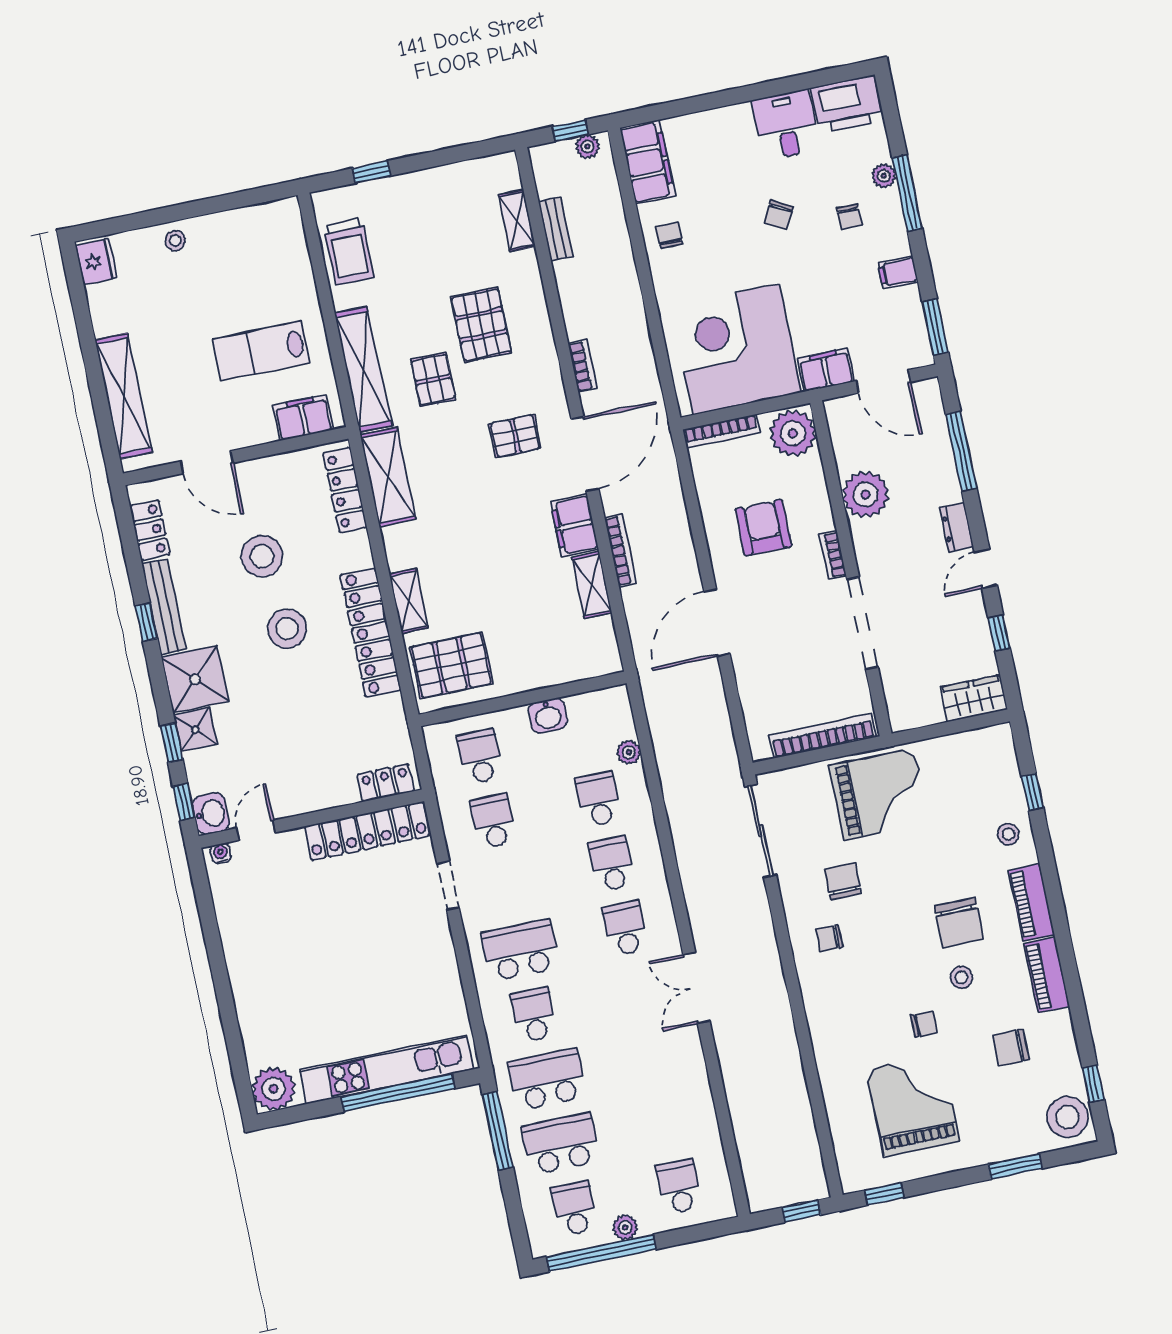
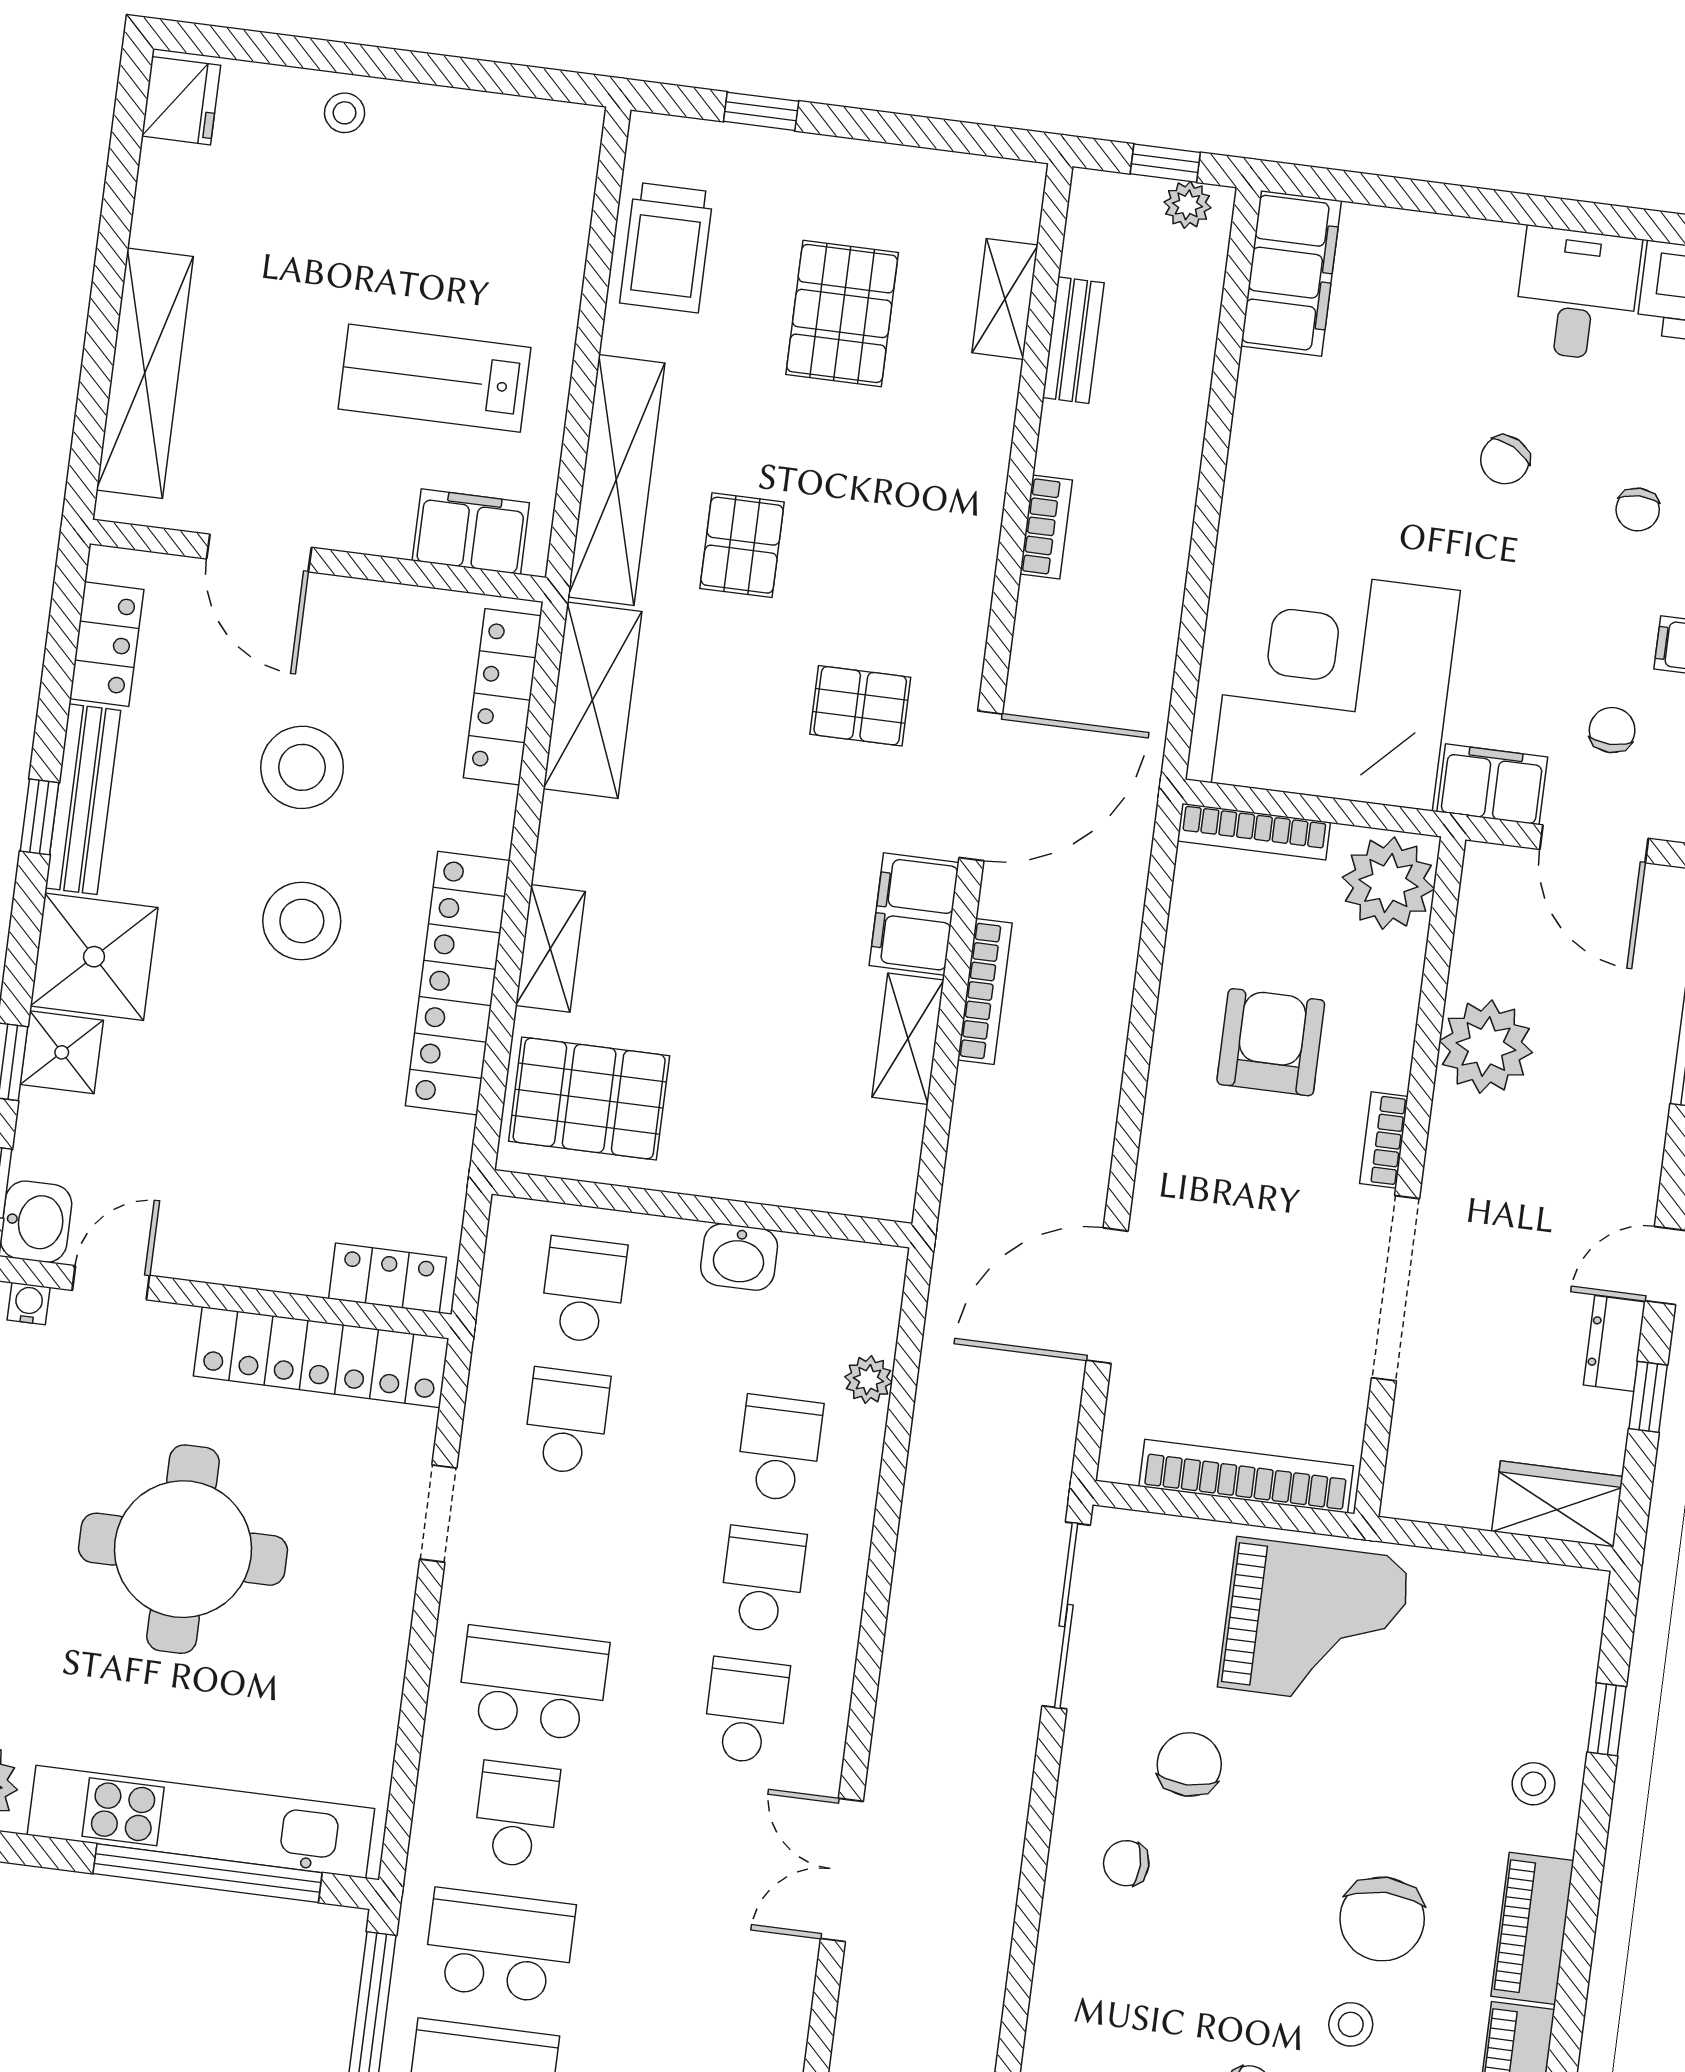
chair: (670, 235) -> (1612, 730), moved
pallet: (481, 325) -> (842, 313), moved
bookcase: (583, 366) -> (1046, 527), moved
dresser: (956, 527) -> (1614, 1344), moved
door: (717, 623) -> (1107, 1296), moved
round table: (334, 944) -> (183, 1549), added

